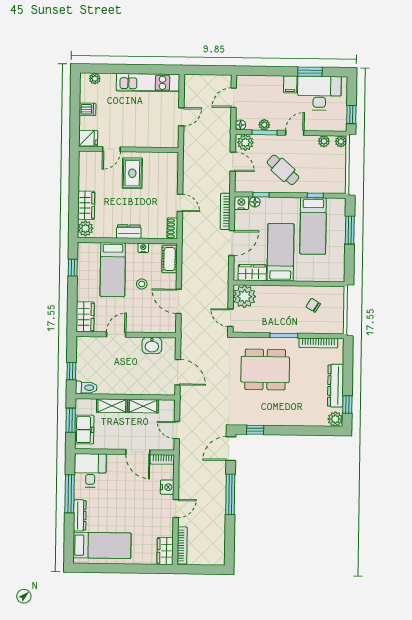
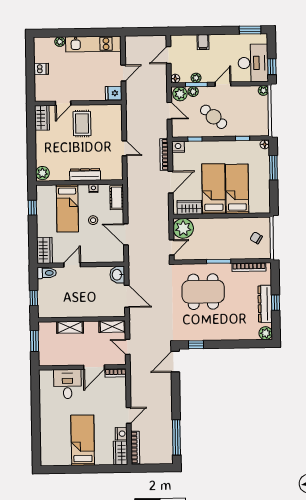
window: (310, 72) -> (250, 30), moved
plant: (95, 79) -> (60, 42), moved
filing cabinet: (290, 84) -> (203, 42), moved
desk: (319, 93) -> (253, 63), moved, turned 90
fridge: (88, 138) -> (114, 93), moved, turned 180
plant: (324, 141) -> (193, 92), moved
floor lamp: (255, 202) -> (265, 144), moved
wardrobe: (86, 205) -> (42, 118), moved
bed: (313, 226) -> (237, 189), moved, turned 180
shoe rack: (172, 228) -> (118, 171), removed
dresser: (129, 232) -> (85, 175), width x1.44
chair: (313, 305) -> (256, 238), moved
door: (231, 318) -> (172, 247), swing flipped
washbasin: (152, 345) -> (117, 275), moved, turned 90
toilet: (86, 388) -> (47, 273), moved
window: (347, 404) -> (276, 303), moved
shelving: (143, 406) -> (112, 327), moved
freezer: (84, 430) -> (47, 349), removed
door: (138, 452) -> (94, 367), hinge flipped
desk: (90, 470) -> (67, 384), moved
nightstand: (167, 487) -> (121, 434), moved
window: (70, 494) -> (35, 405), removed
window: (230, 494) -> (176, 437), moved
dresser: (80, 515) -> (45, 424), removed
bed: (102, 545) -> (83, 440), moved, turned -90

